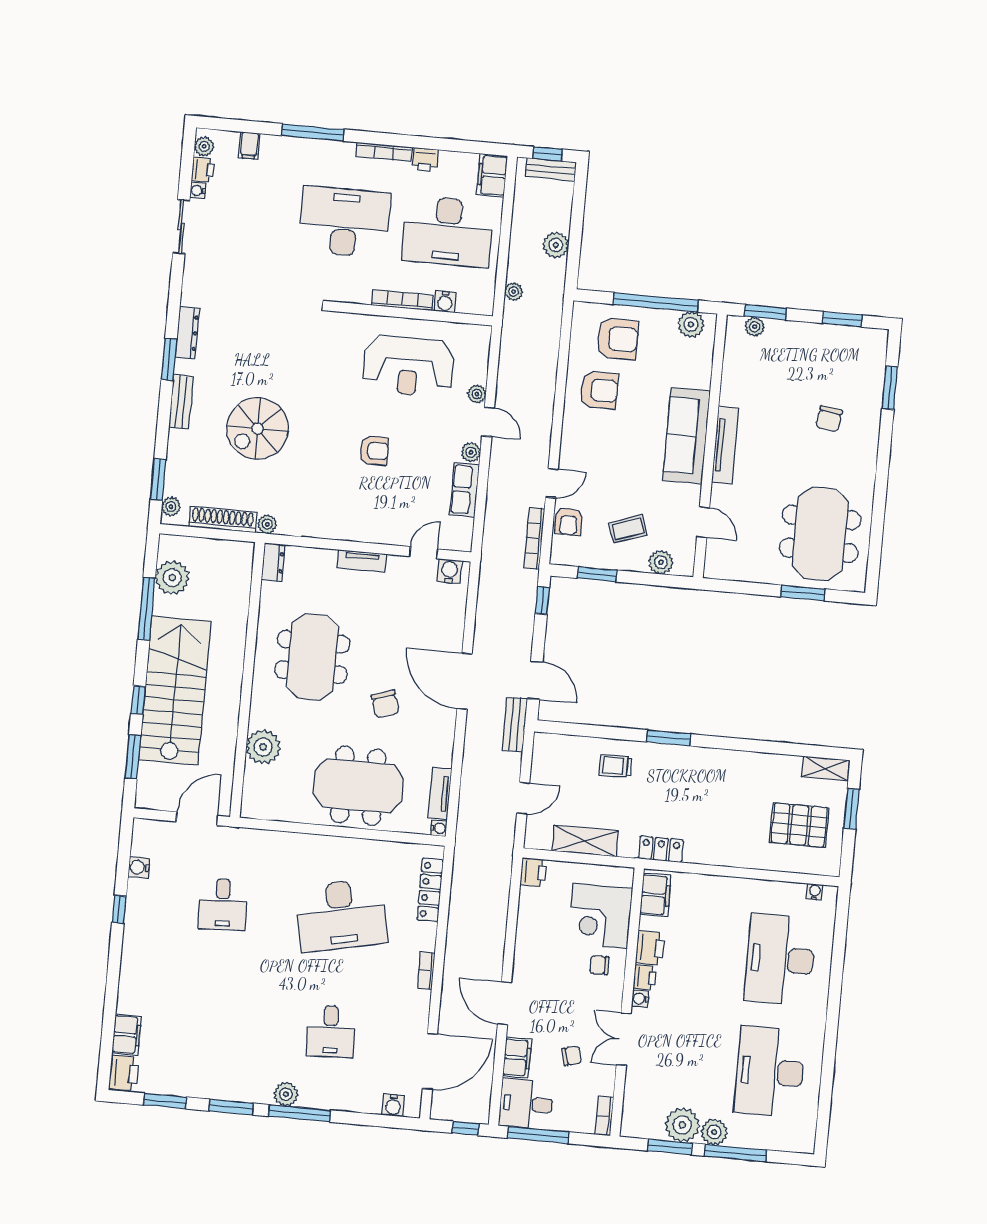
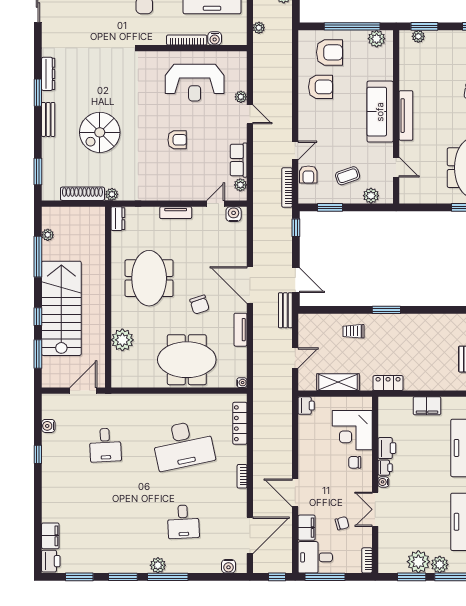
plant: (471, 452) -> (240, 185), moved
plant: (171, 507) -> (48, 188), removed
plant: (172, 578) -> (48, 235), width x0.53, depth x0.53
tv unit: (440, 793) -> (240, 330), moved
filing cabinet: (655, 895) -> (427, 406), moved, turned 90

